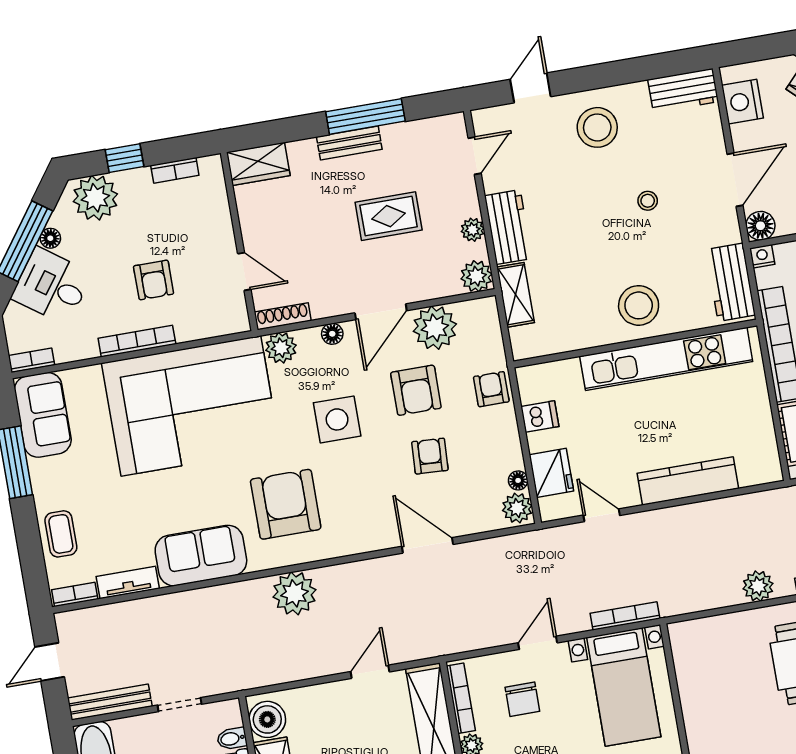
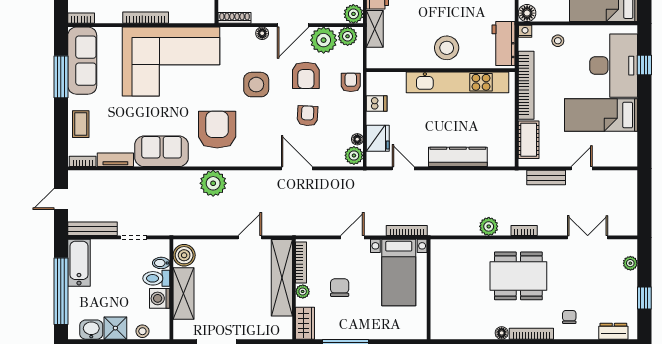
plant: (281, 348) -> (348, 36), moved
sofa: (43, 415) -> (82, 61), width x1.36
chair: (522, 699) -> (340, 288), moved, turned 180

